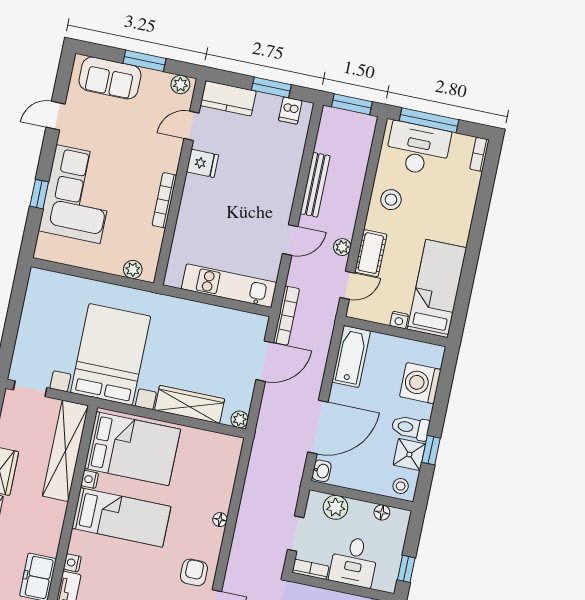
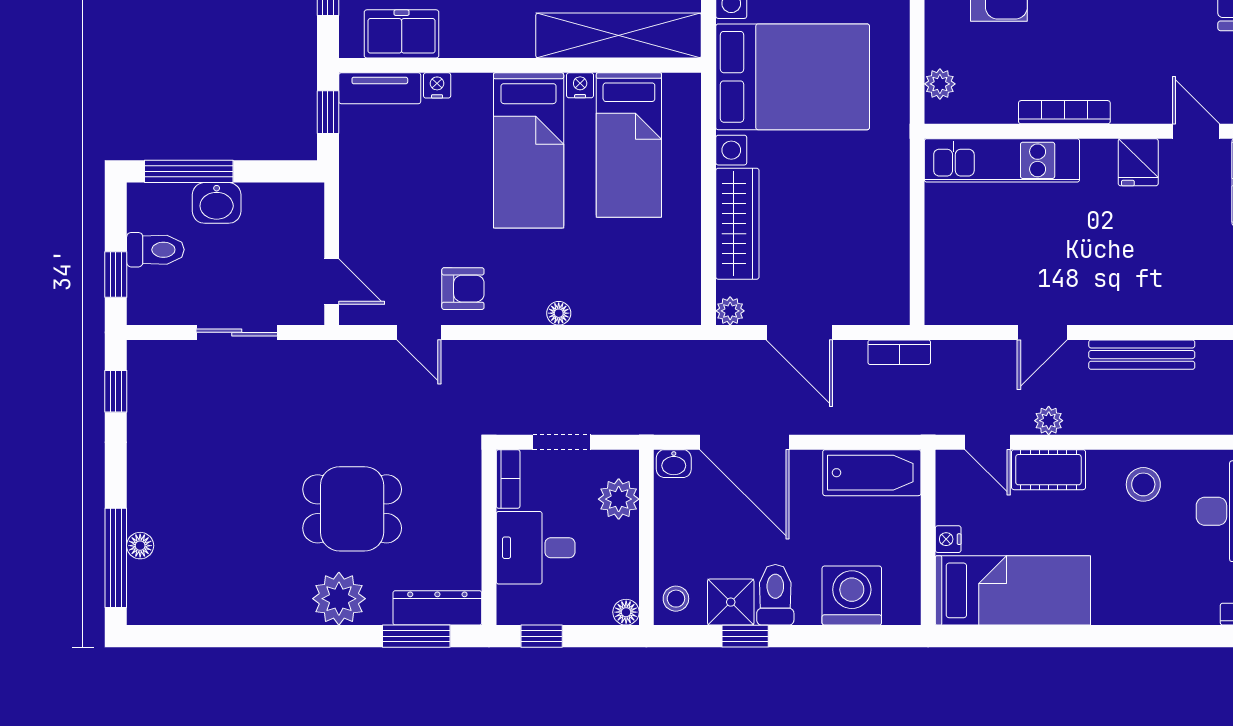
door: (290, 240) -> (1042, 332), hinge flipped
kitchen unit: (229, 286) -> (1002, 160), moved, turned 90
bookcase: (286, 316) -> (899, 352), width x0.64
door: (265, 361) -> (799, 332), moved
bed: (132, 449) -> (629, 145), width x0.67
floor lamp: (382, 512) -> (626, 612), moved

